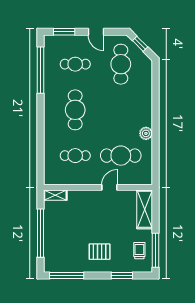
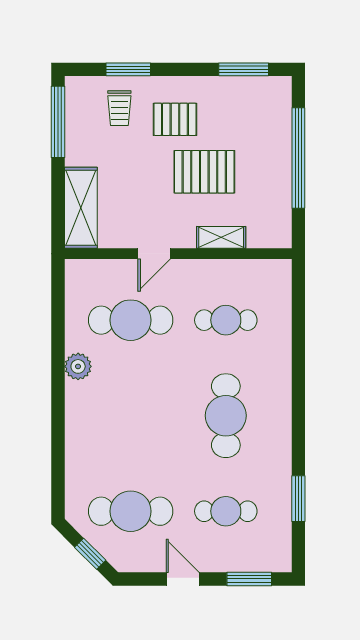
cafe table: (121, 64) -> (131, 511), turned 90
window: (40, 70) -> (298, 499), width x0.47
shelving: (55, 195) -> (221, 237), moved
pallet: (86, 227) -> (204, 172), added
trolley: (139, 251) -> (119, 108), moved
window: (67, 275) -> (244, 69), width x0.69

